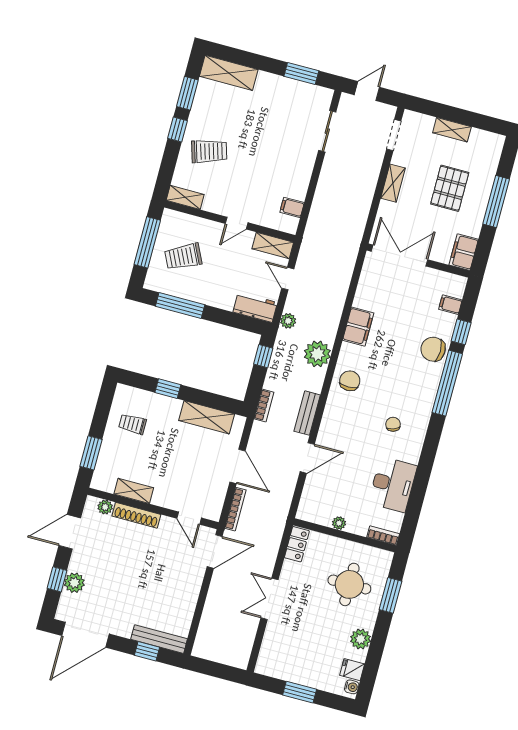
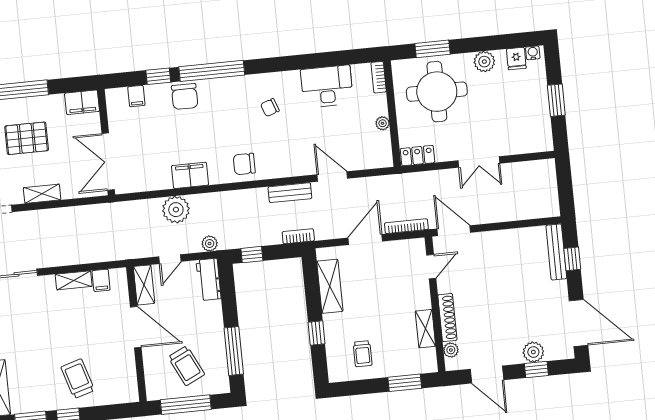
shelving: (185, 197) -> (74, 280), moved, turned 90
door: (237, 223) -> (136, 327), width x1.87
plant: (317, 354) -> (176, 210), moved
round table: (349, 584) -> (437, 92), width x1.36, depth x1.36

